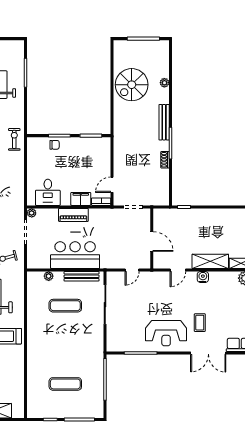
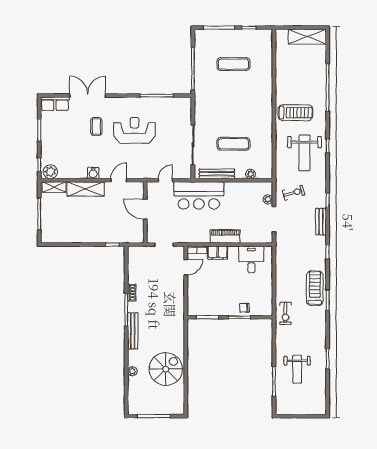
plant: (32, 213) -> (268, 199), moved
bar counter: (75, 255) -> (199, 195), moved
reception desk: (166, 333) -> (134, 130), moved

